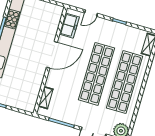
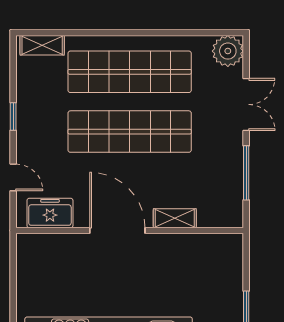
shelving: (46, 98) -> (175, 218), moved

